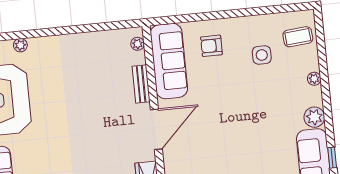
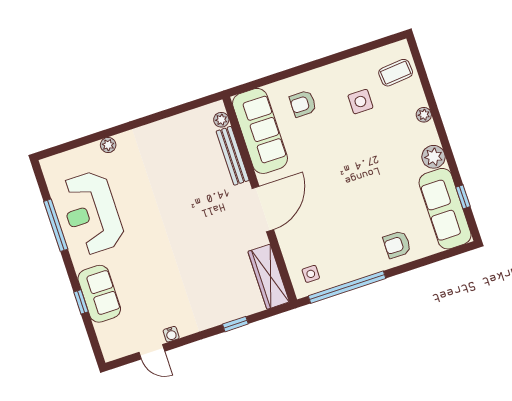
plant: (20, 45) -> (108, 145), moved
bench: (141, 84) -> (233, 156), width x1.36

